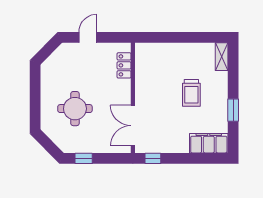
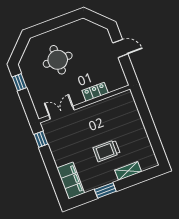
shelving: (222, 57) -> (128, 171), moved
locker: (124, 65) -> (95, 92), moved
double door: (133, 126) -> (62, 113), width x0.73

